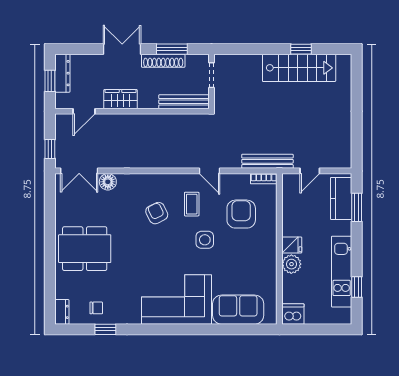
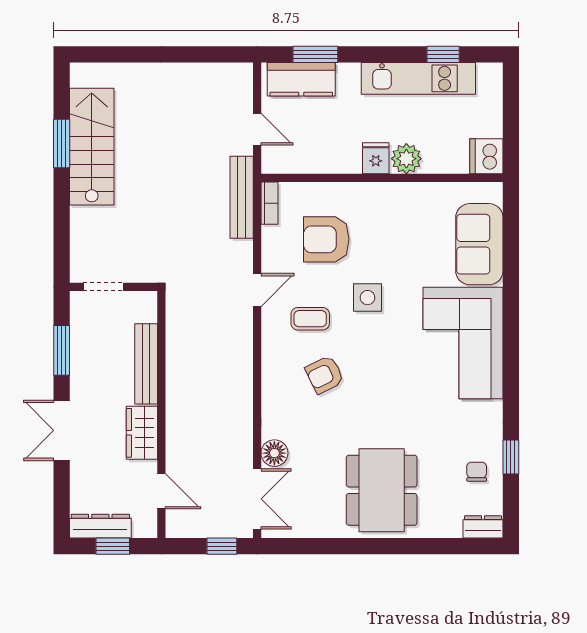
window: (301, 49) -> (62, 144), width x1.50
shoe rack: (163, 61) -> (80, 364), removed
bench: (184, 102) -> (146, 364), moved

